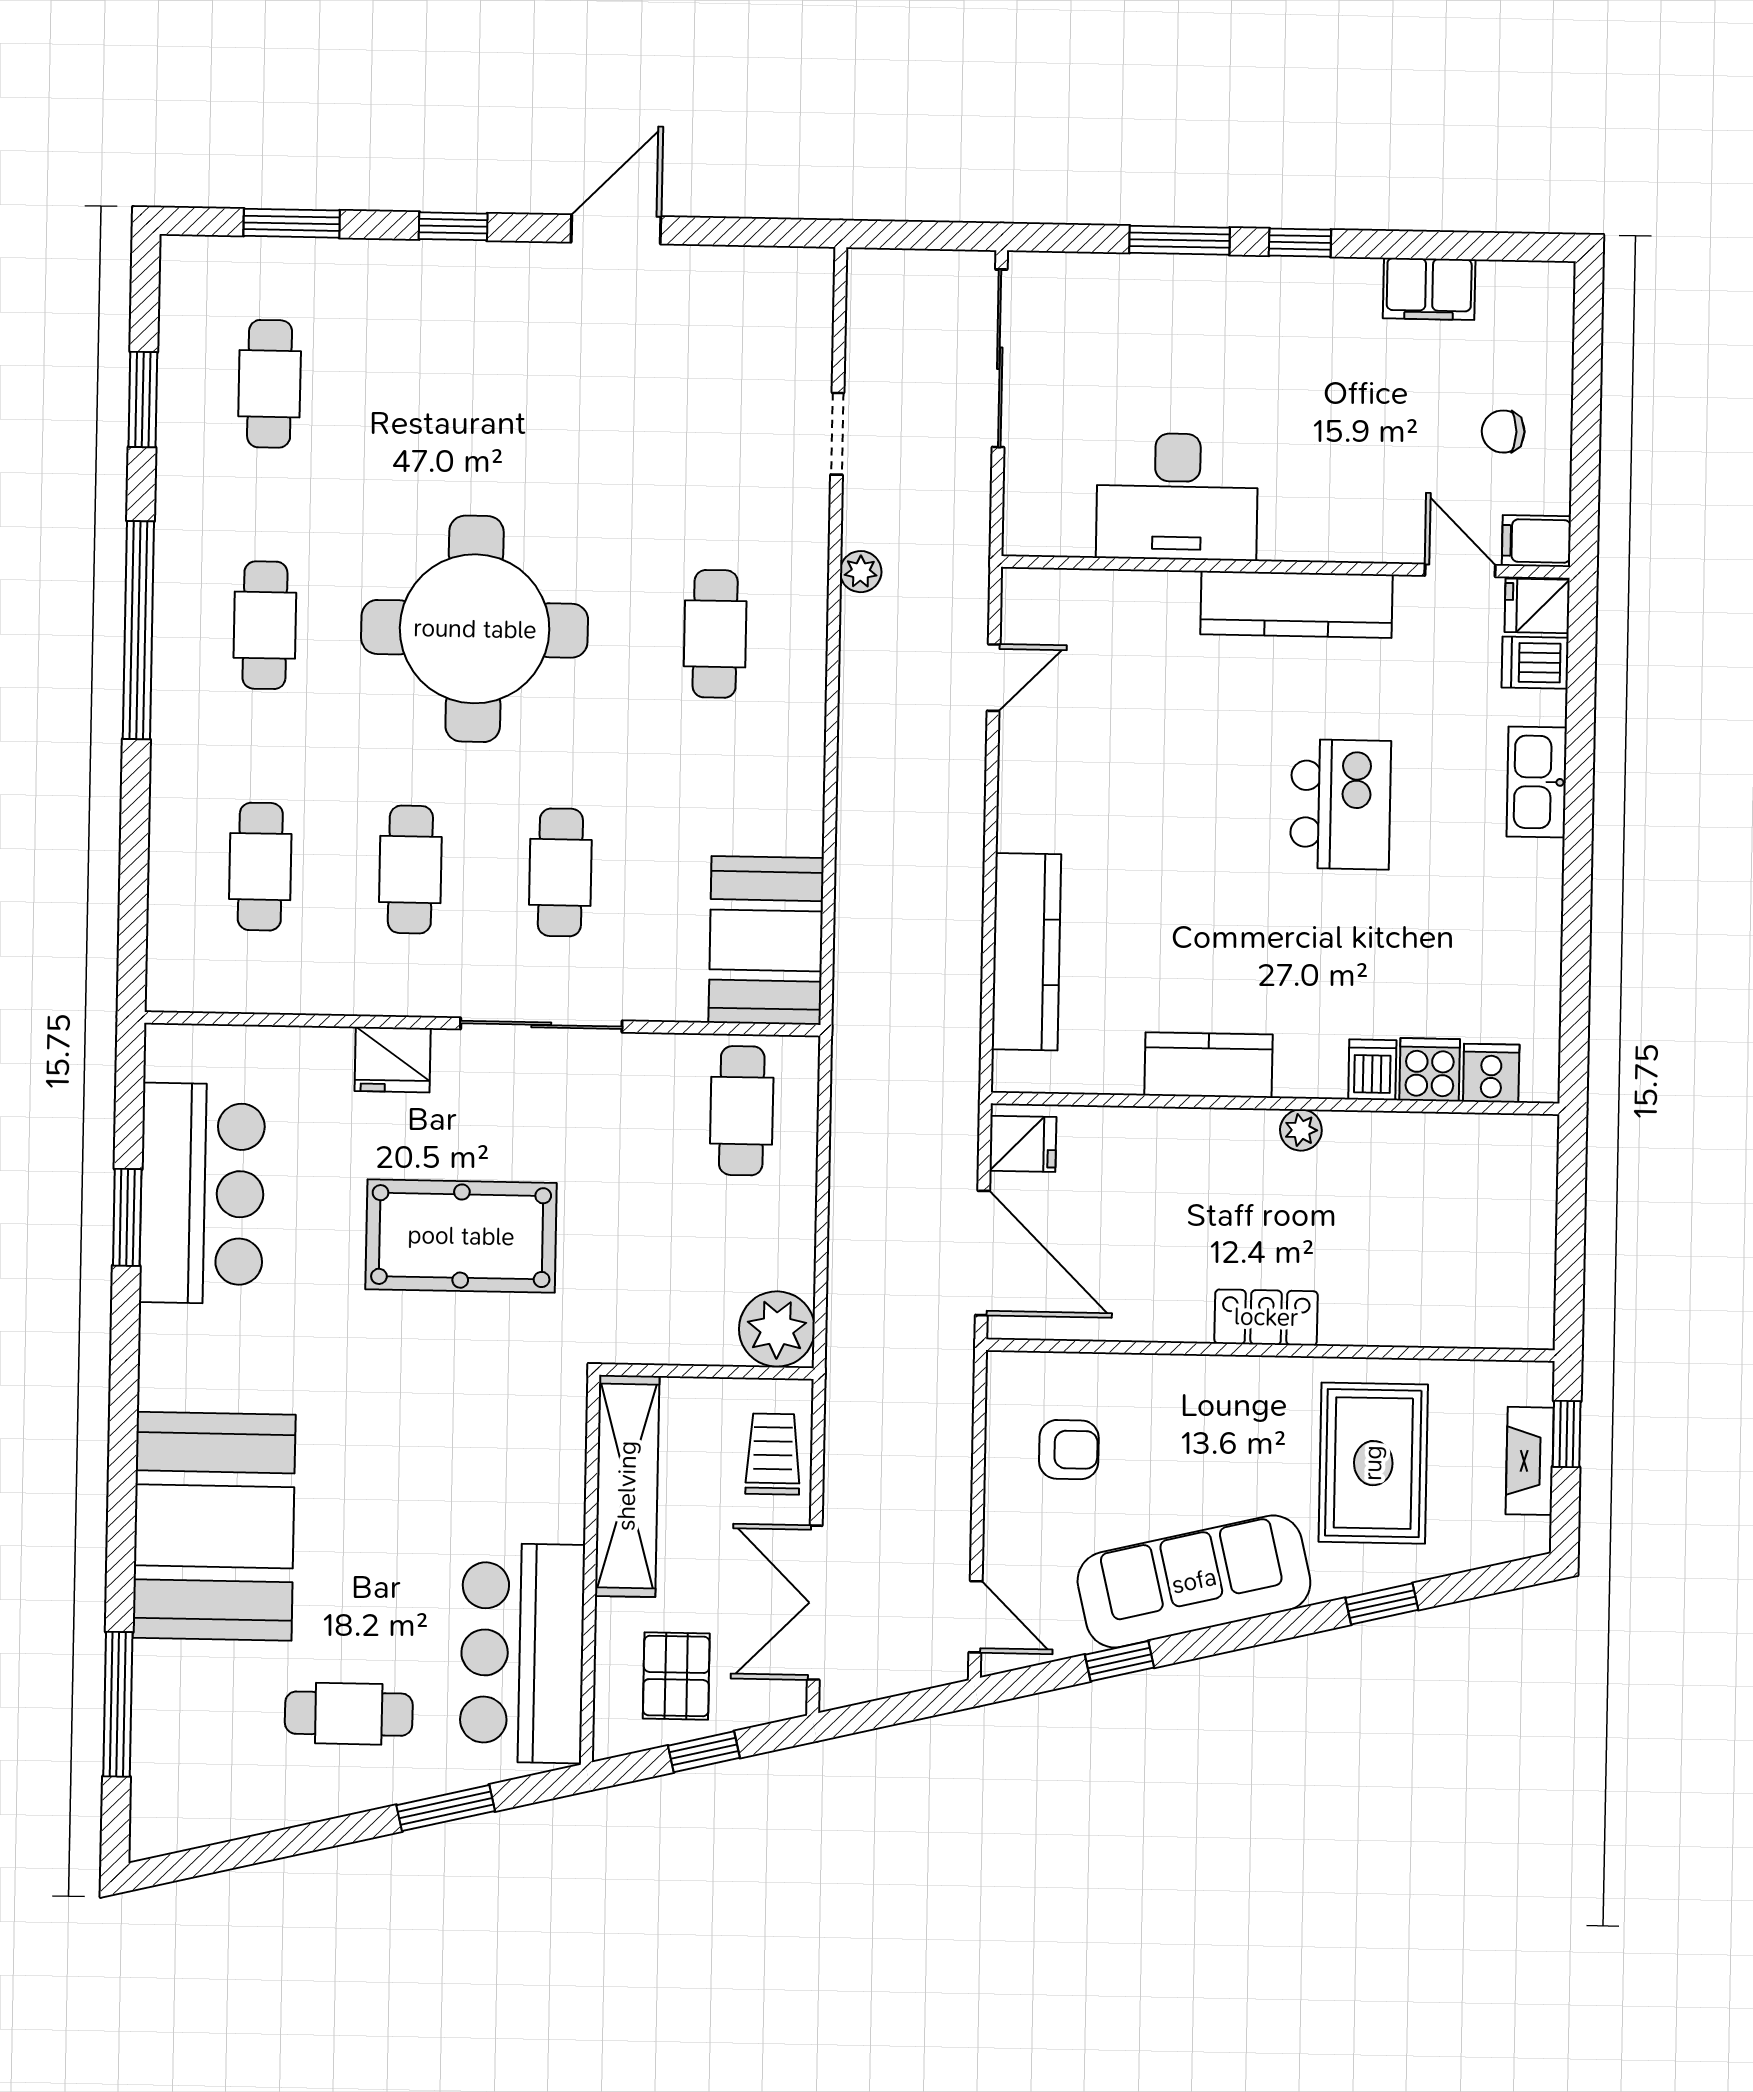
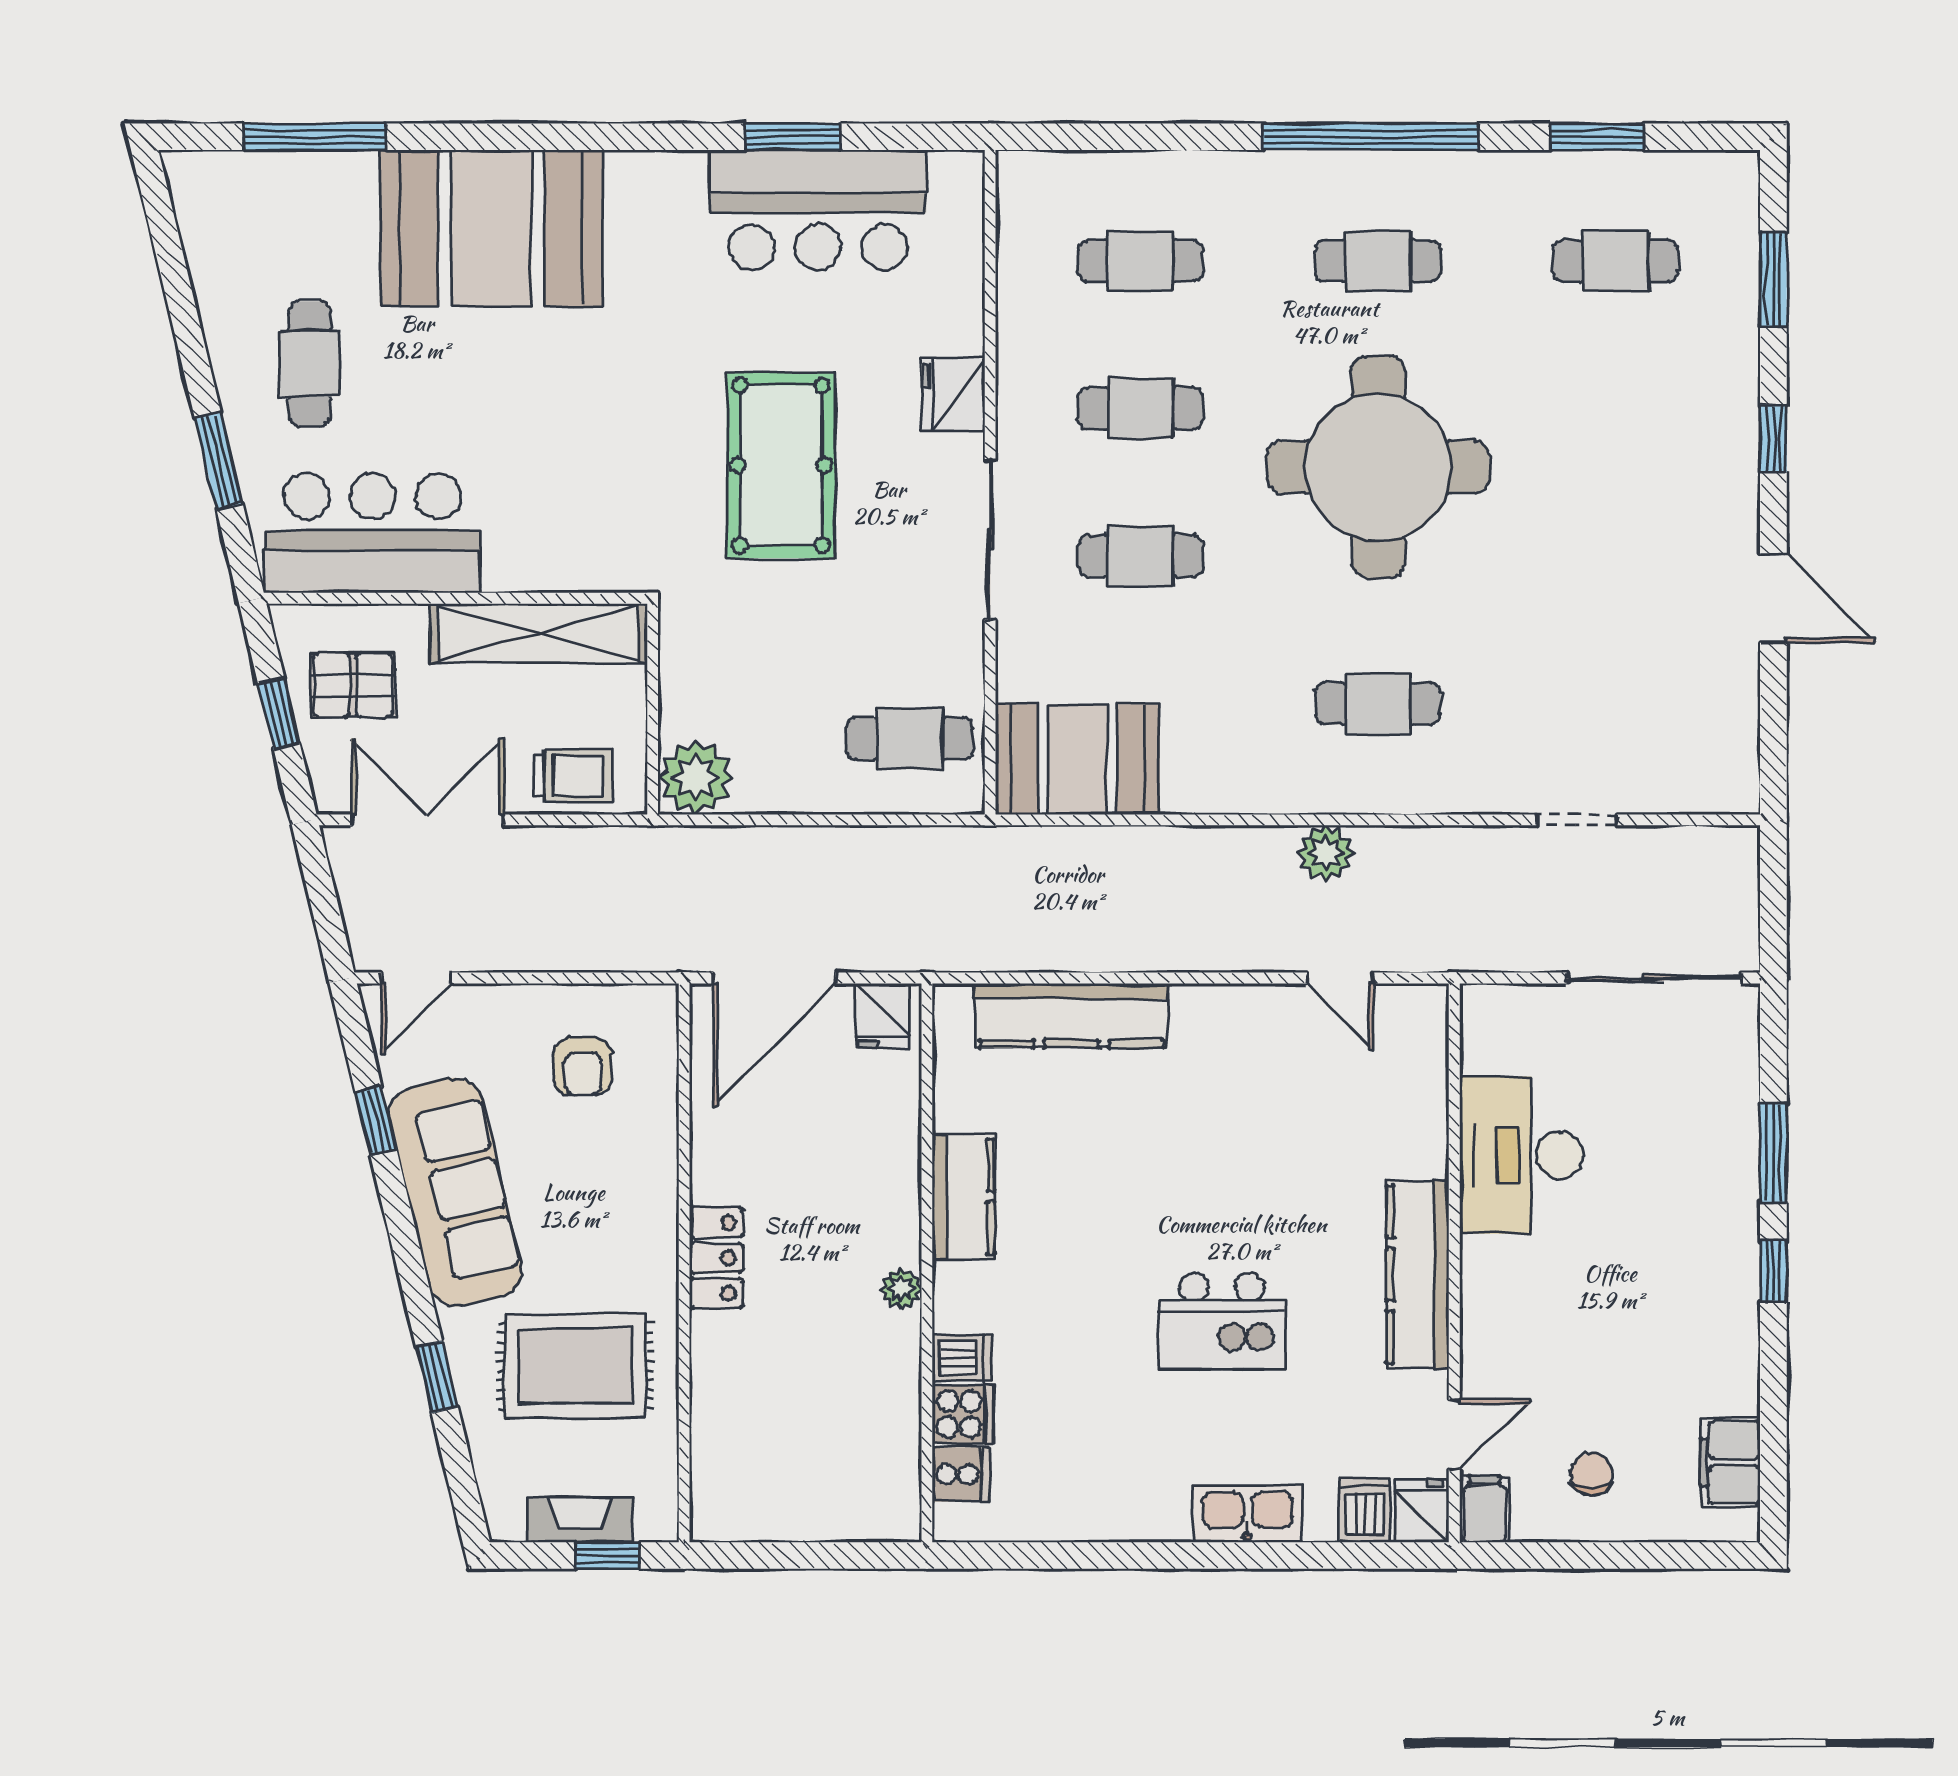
filing cabinet: (1429, 289) -> (1730, 1462), moved
plant: (861, 572) -> (1326, 853), moved, width x1.38, depth x1.38

